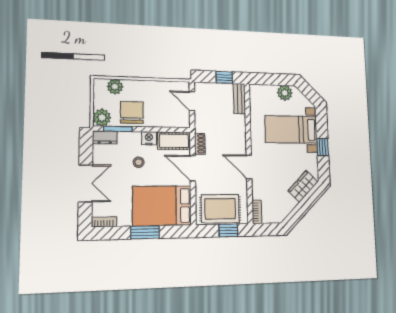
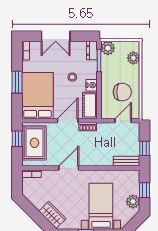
window: (272, 79) -> (145, 190), added
chair: (132, 112) -> (122, 92), moved
window: (228, 230) -> (17, 139), moved

